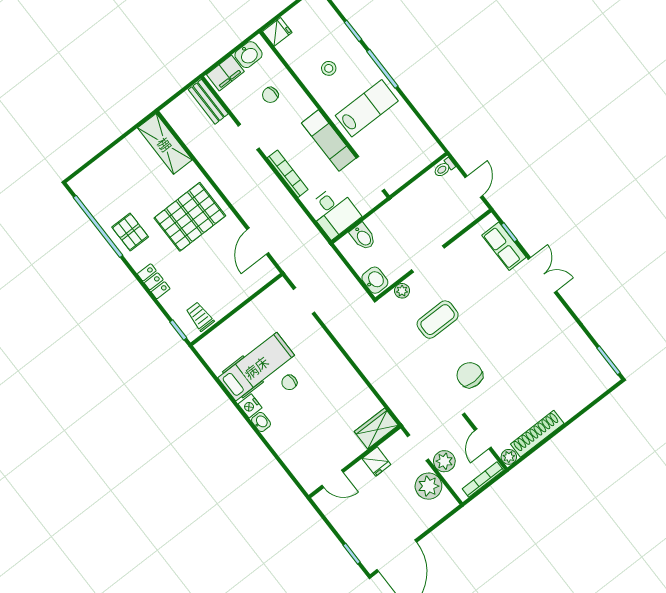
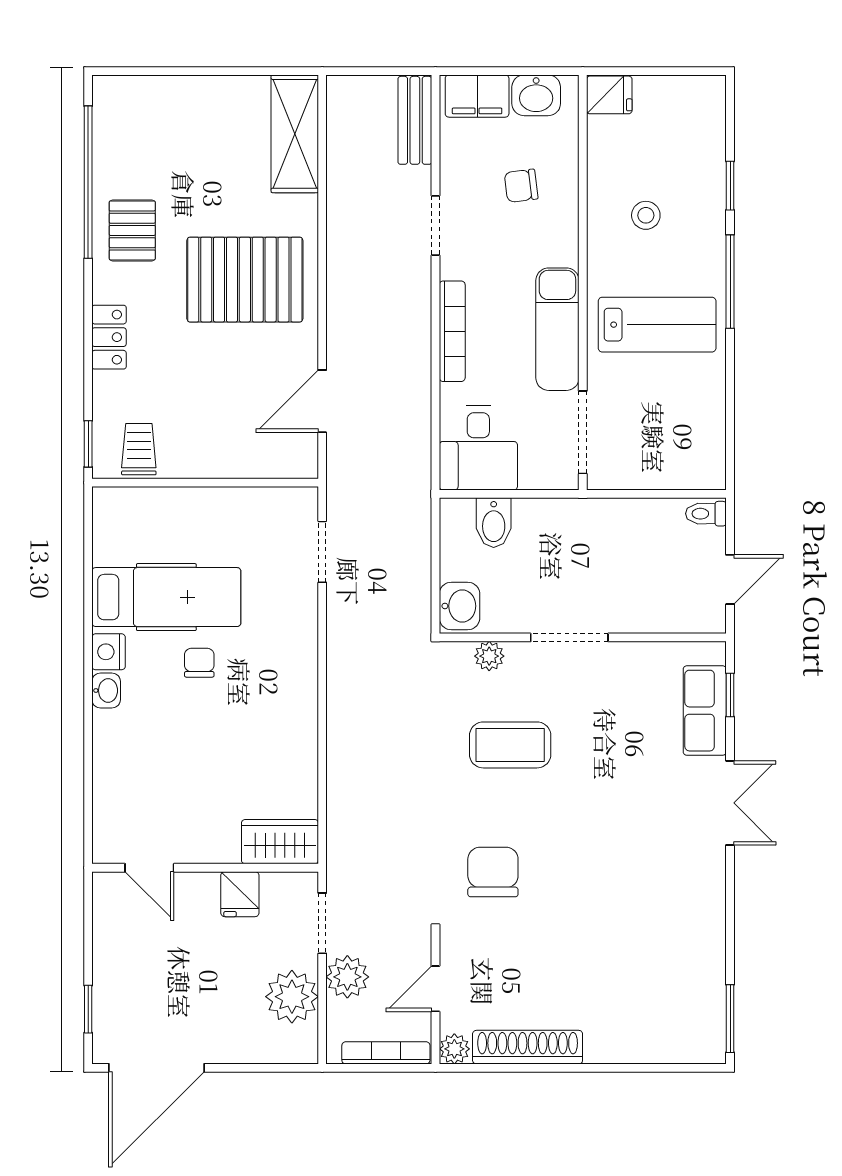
chair: (289, 382) -> (199, 663), turned 90

